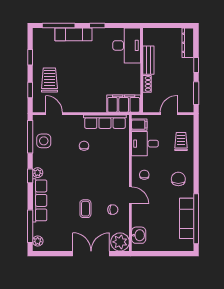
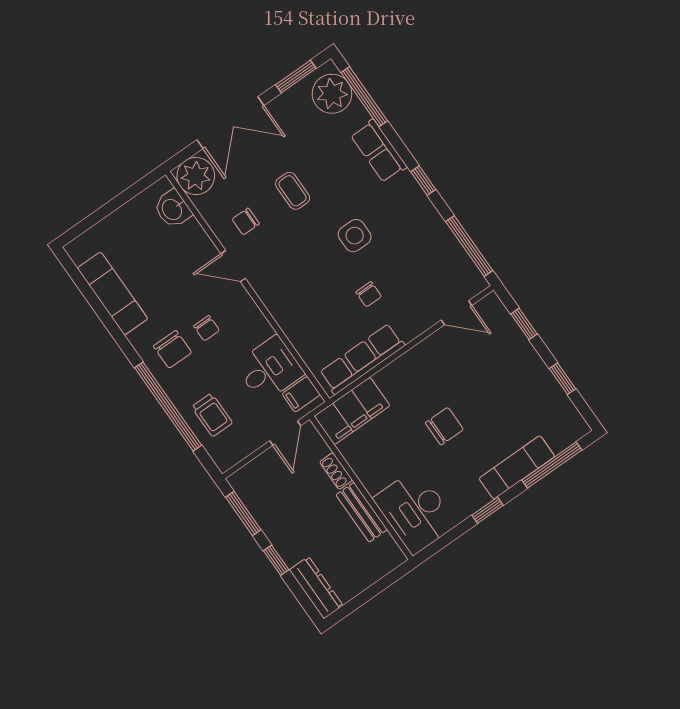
chair: (91, 71) -> (444, 426), added
trolley: (49, 80) -> (503, 363), removed
door: (169, 114) -> (285, 433), moved
side table: (44, 141) -> (355, 236), moved
plant: (38, 173) -> (415, 195), removed
chair: (144, 175) -> (207, 328), moved
row of seats: (40, 200) -> (379, 151), width x0.68
window: (196, 219) -> (168, 407), moved
plant: (38, 241) -> (332, 94), width x1.87, depth x1.87
window: (52, 254) -> (296, 77), added

